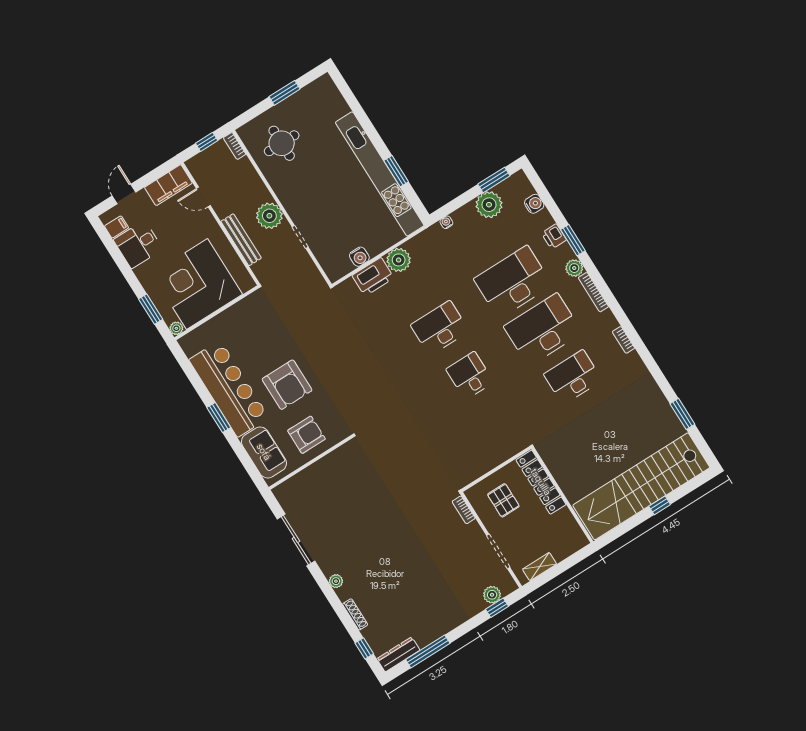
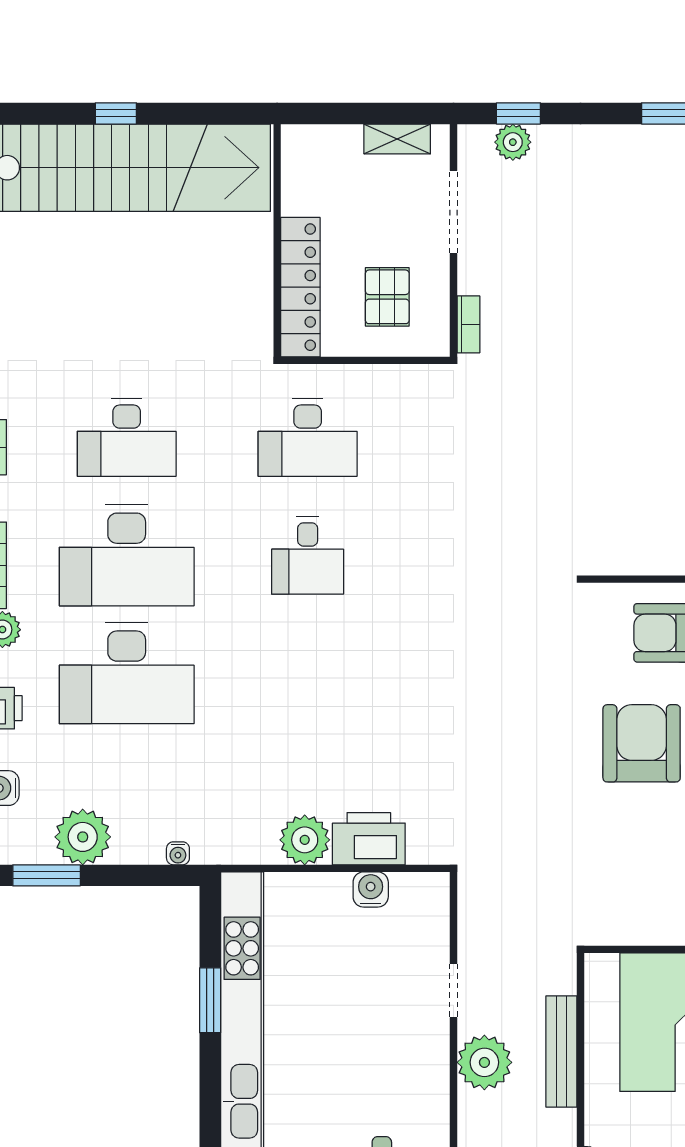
desk: (440, 328) -> (308, 438), moved

